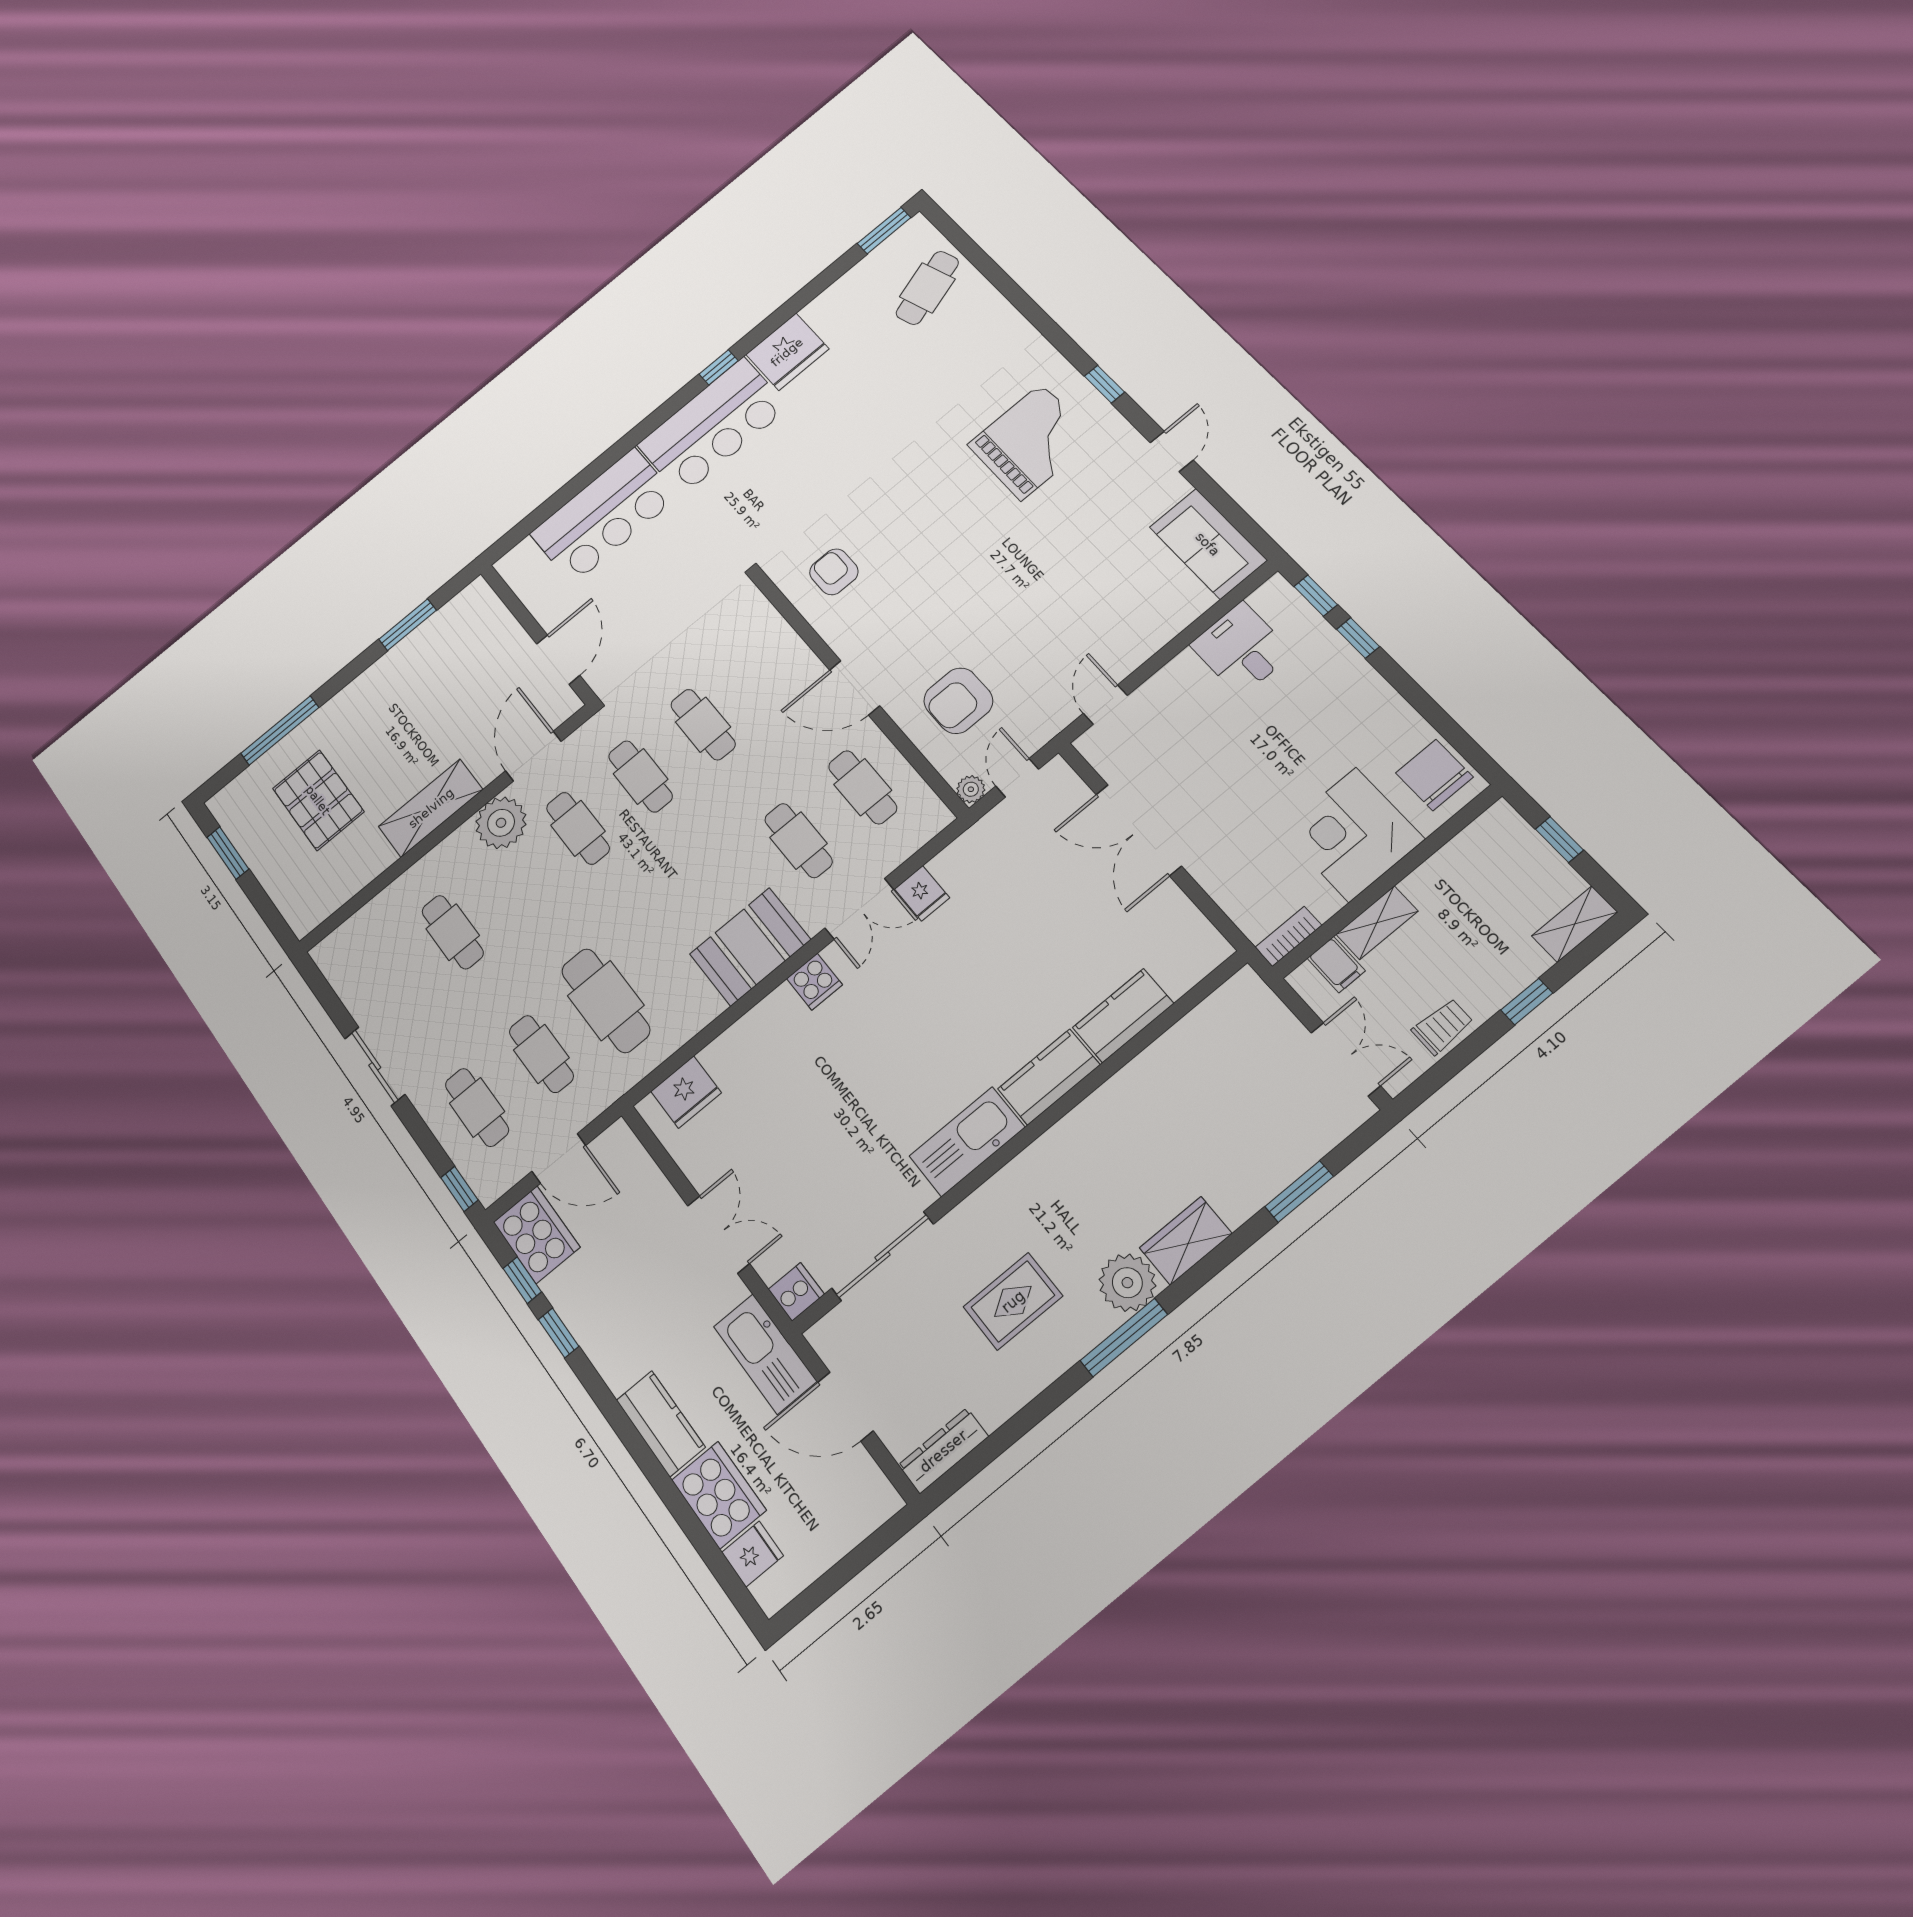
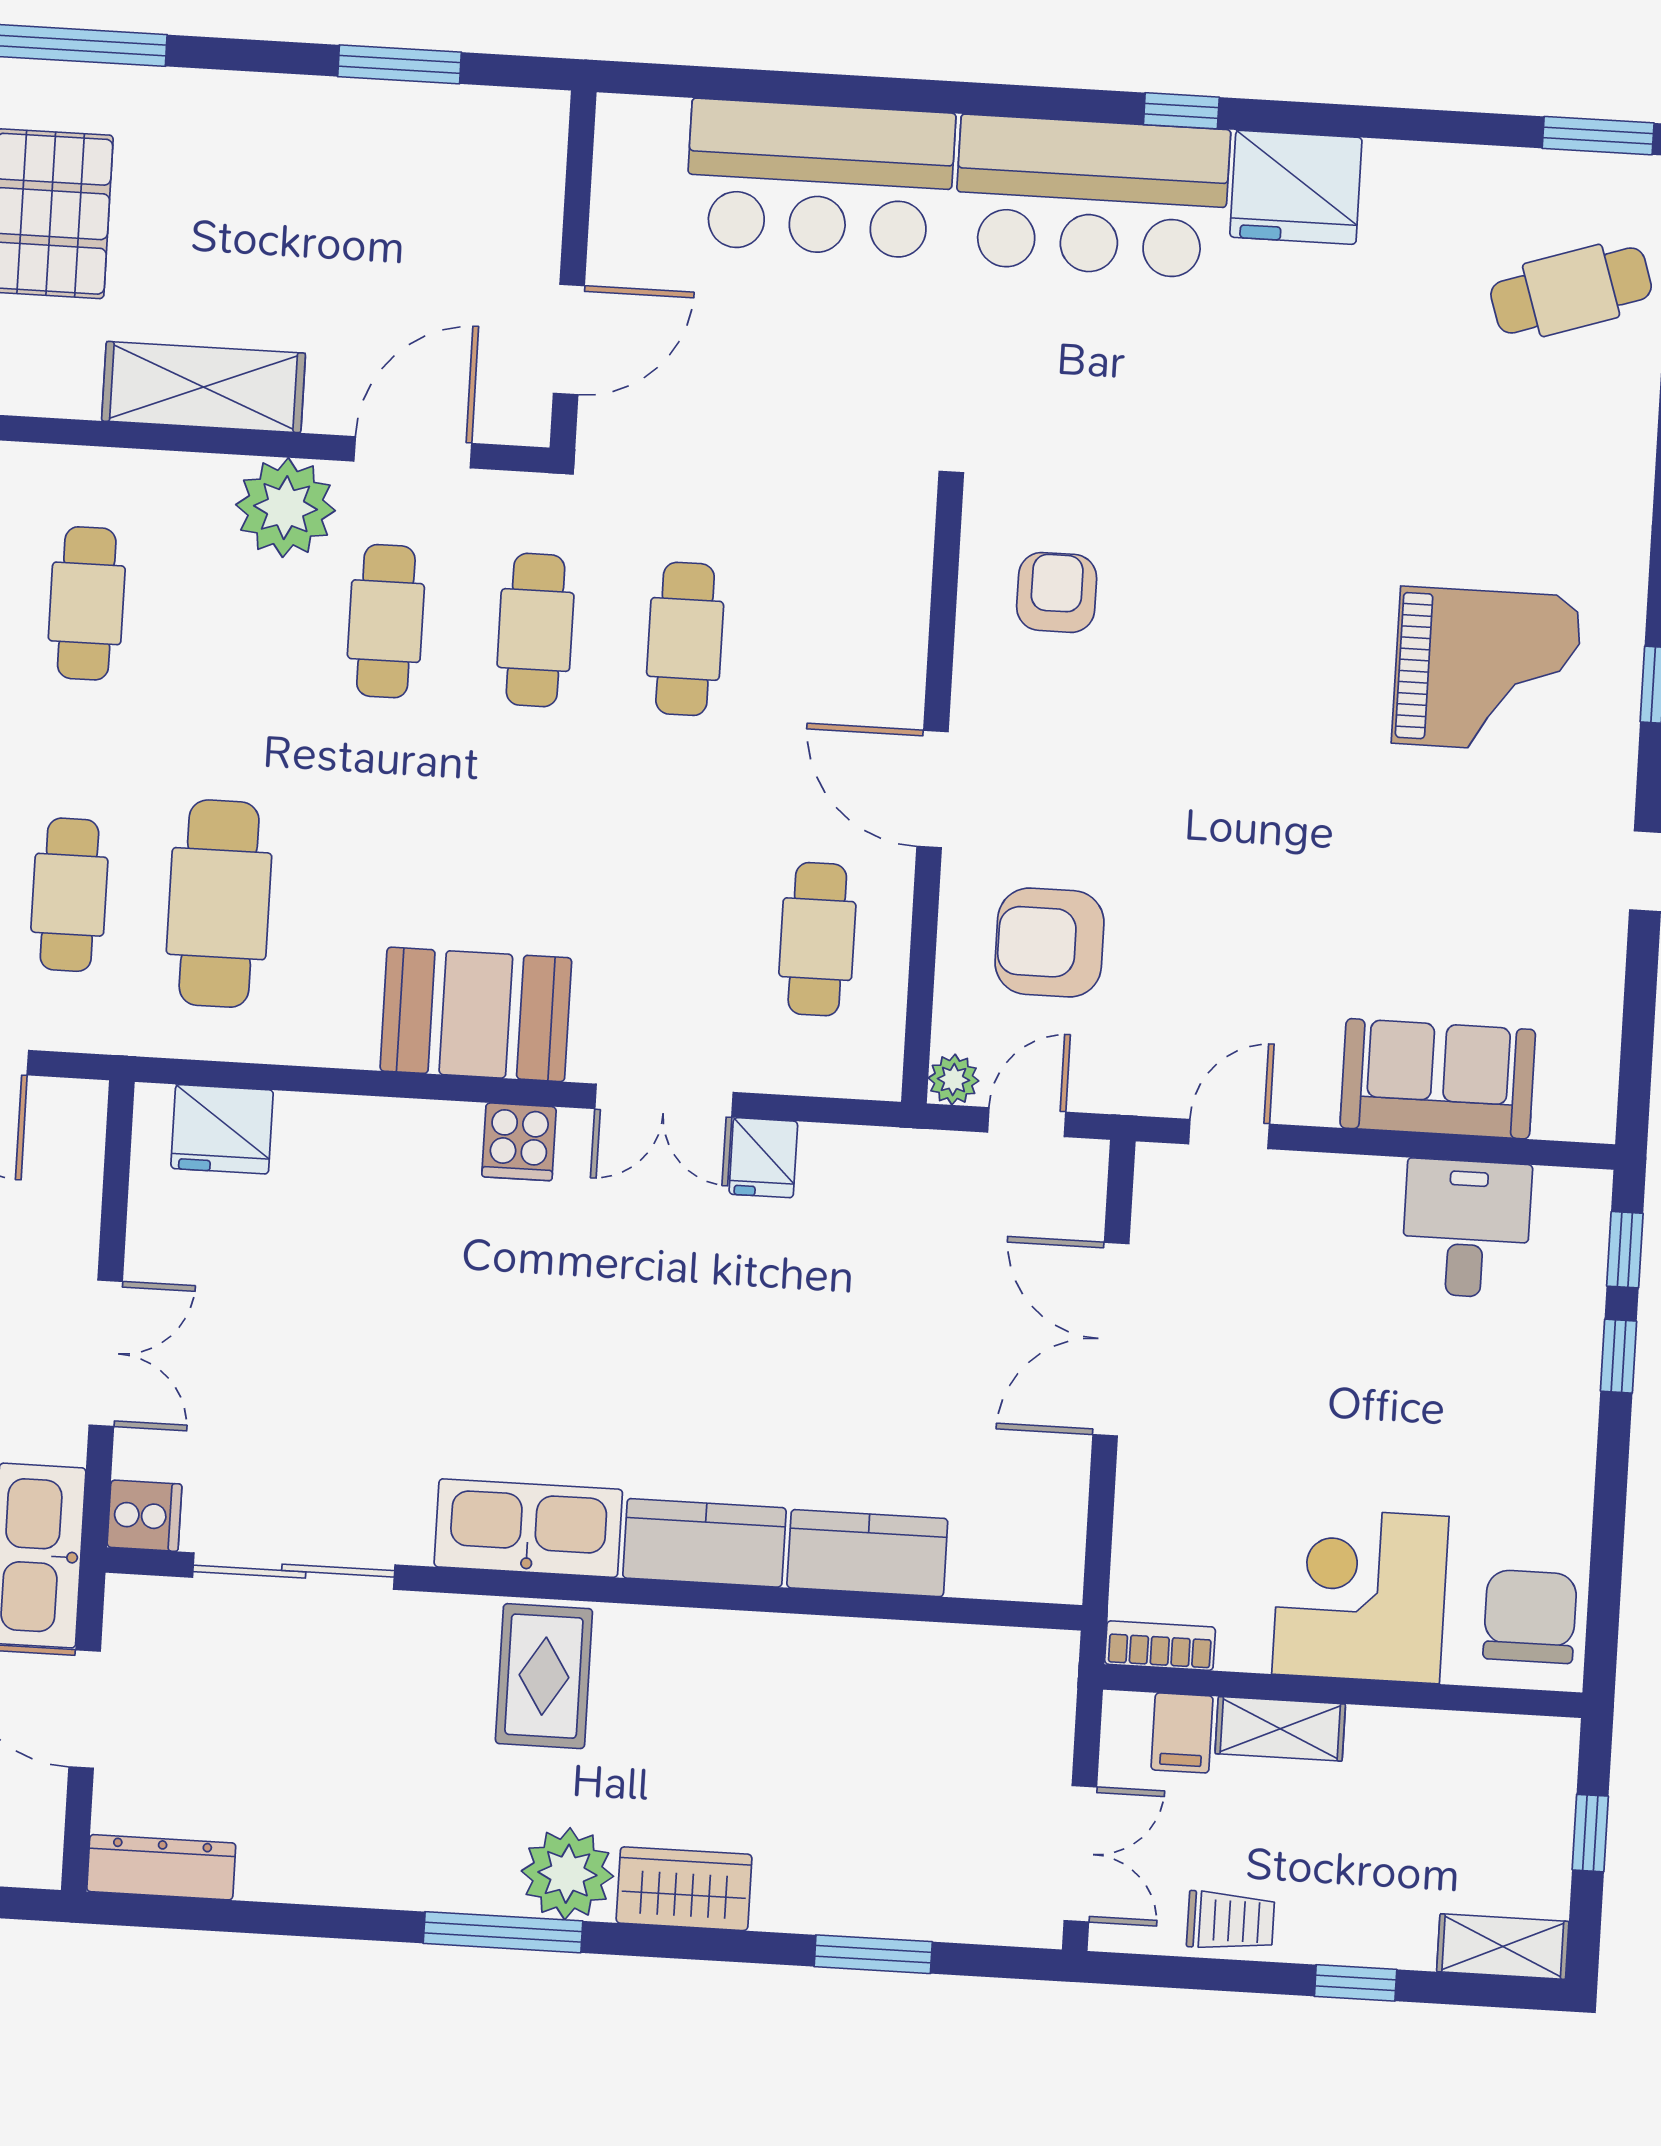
sofa: (1208, 544) -> (1438, 1079), moved, turned 90
cafe table: (798, 841) -> (668, 930), removed
rug: (1013, 1301) -> (544, 1676), moved, turned 90

